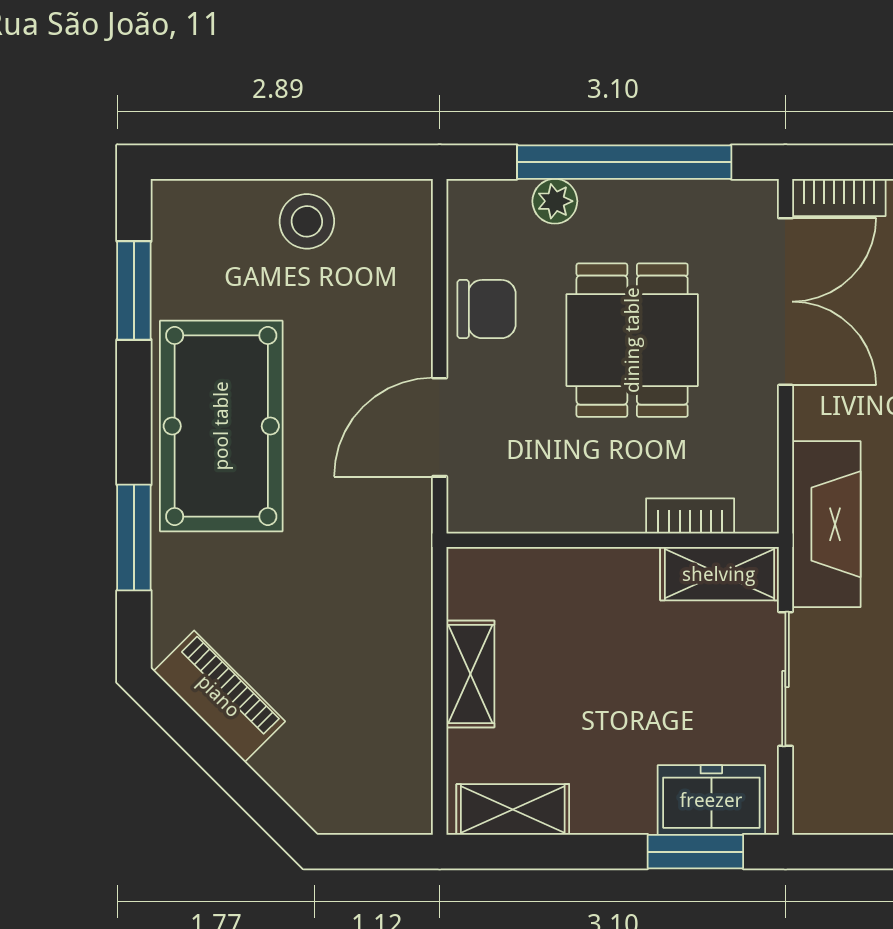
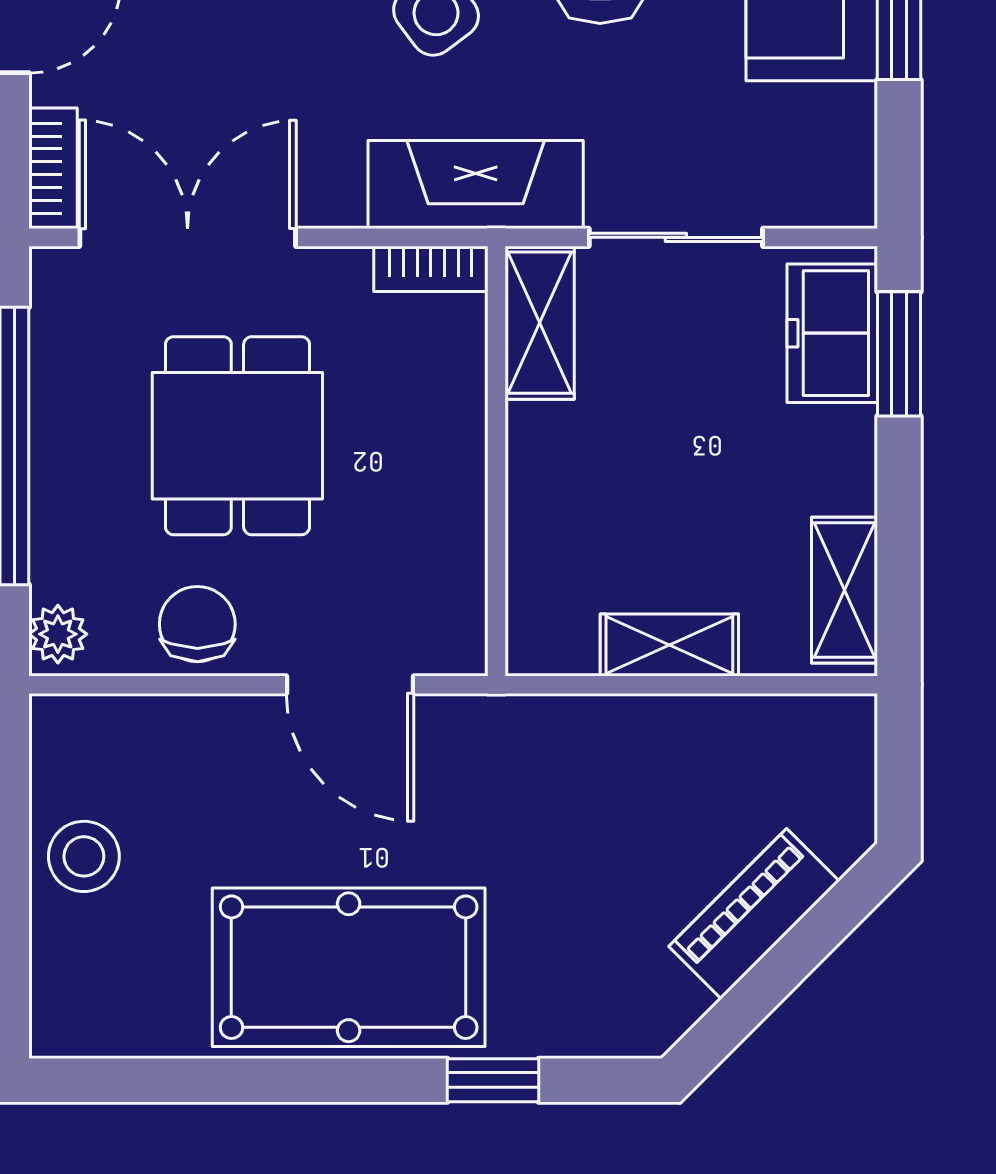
plant: (555, 201) -> (58, 634), moved
window: (134, 290) -> (173, 1080), removed
dining table: (632, 340) -> (237, 436), turned 90
bookcase: (690, 516) -> (431, 269), moved, turned -90
window: (134, 538) -> (493, 1080), width x0.67
piano: (219, 696) -> (754, 914), moved

